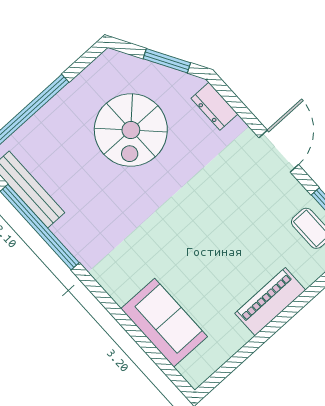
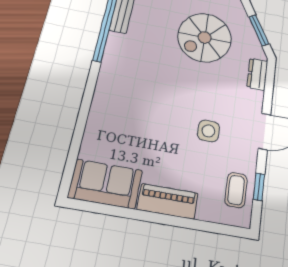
side table: (234, 209) -> (208, 131), added
sofa: (164, 323) -> (105, 184), moved, turned -90

